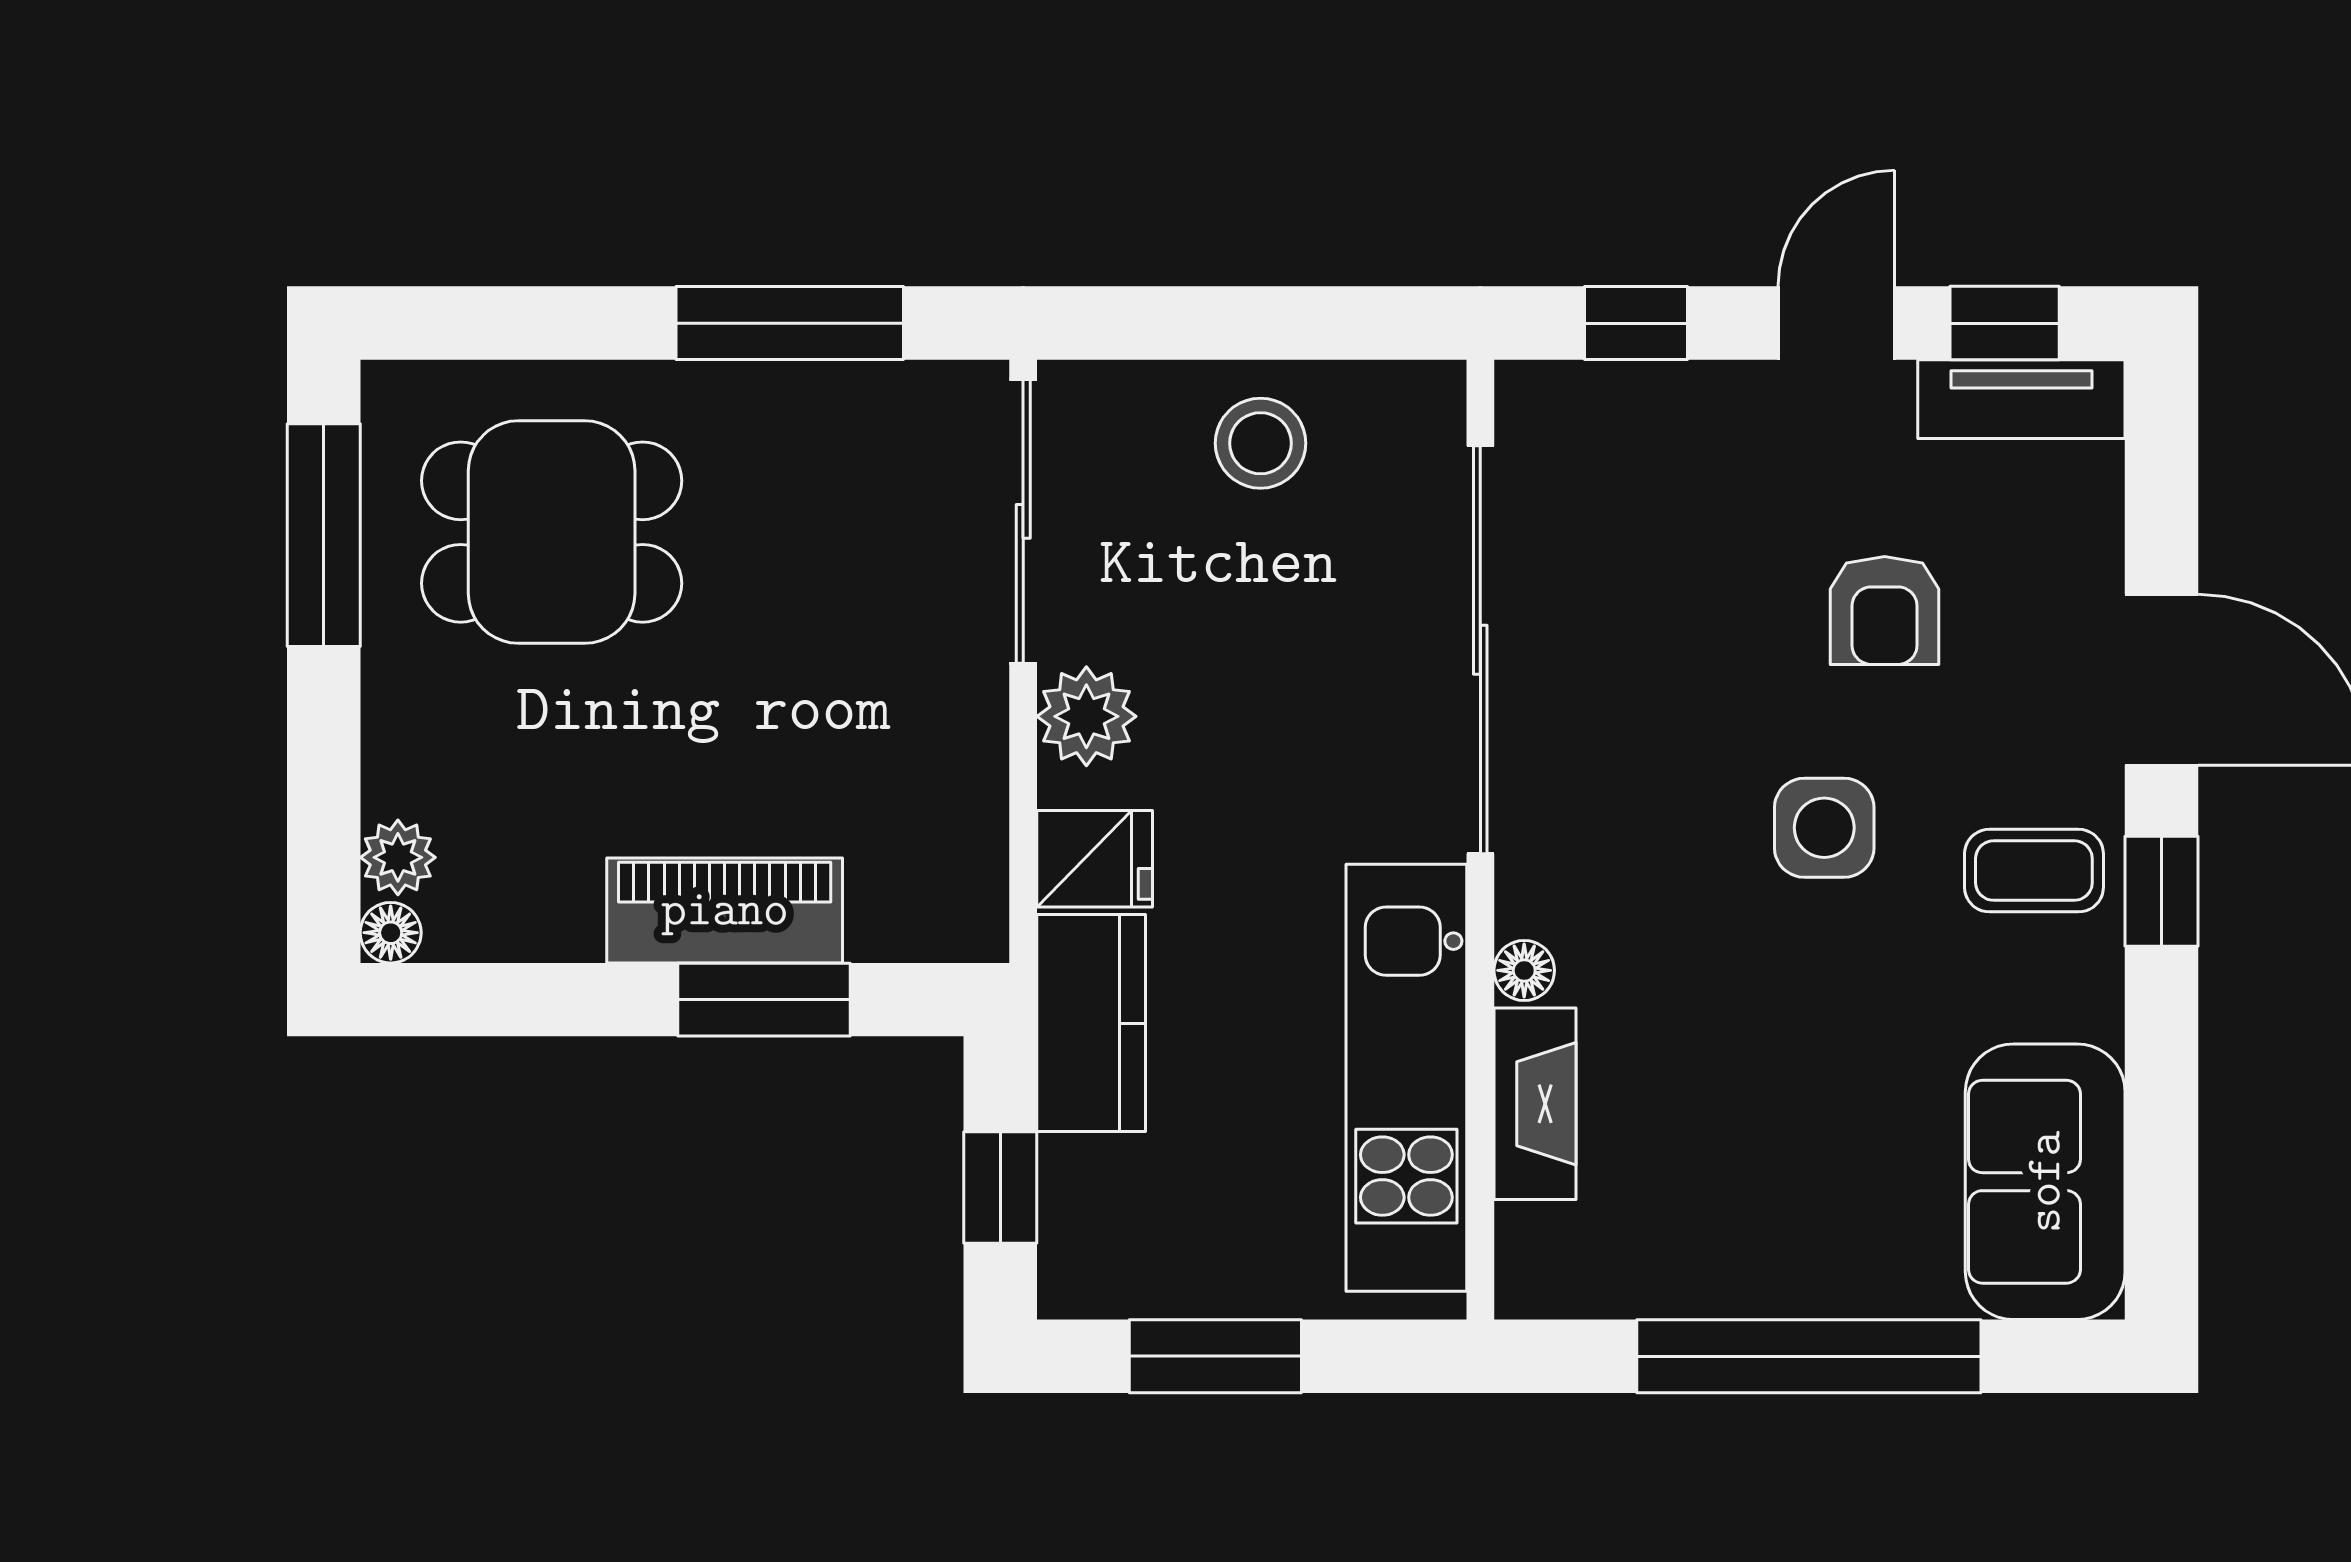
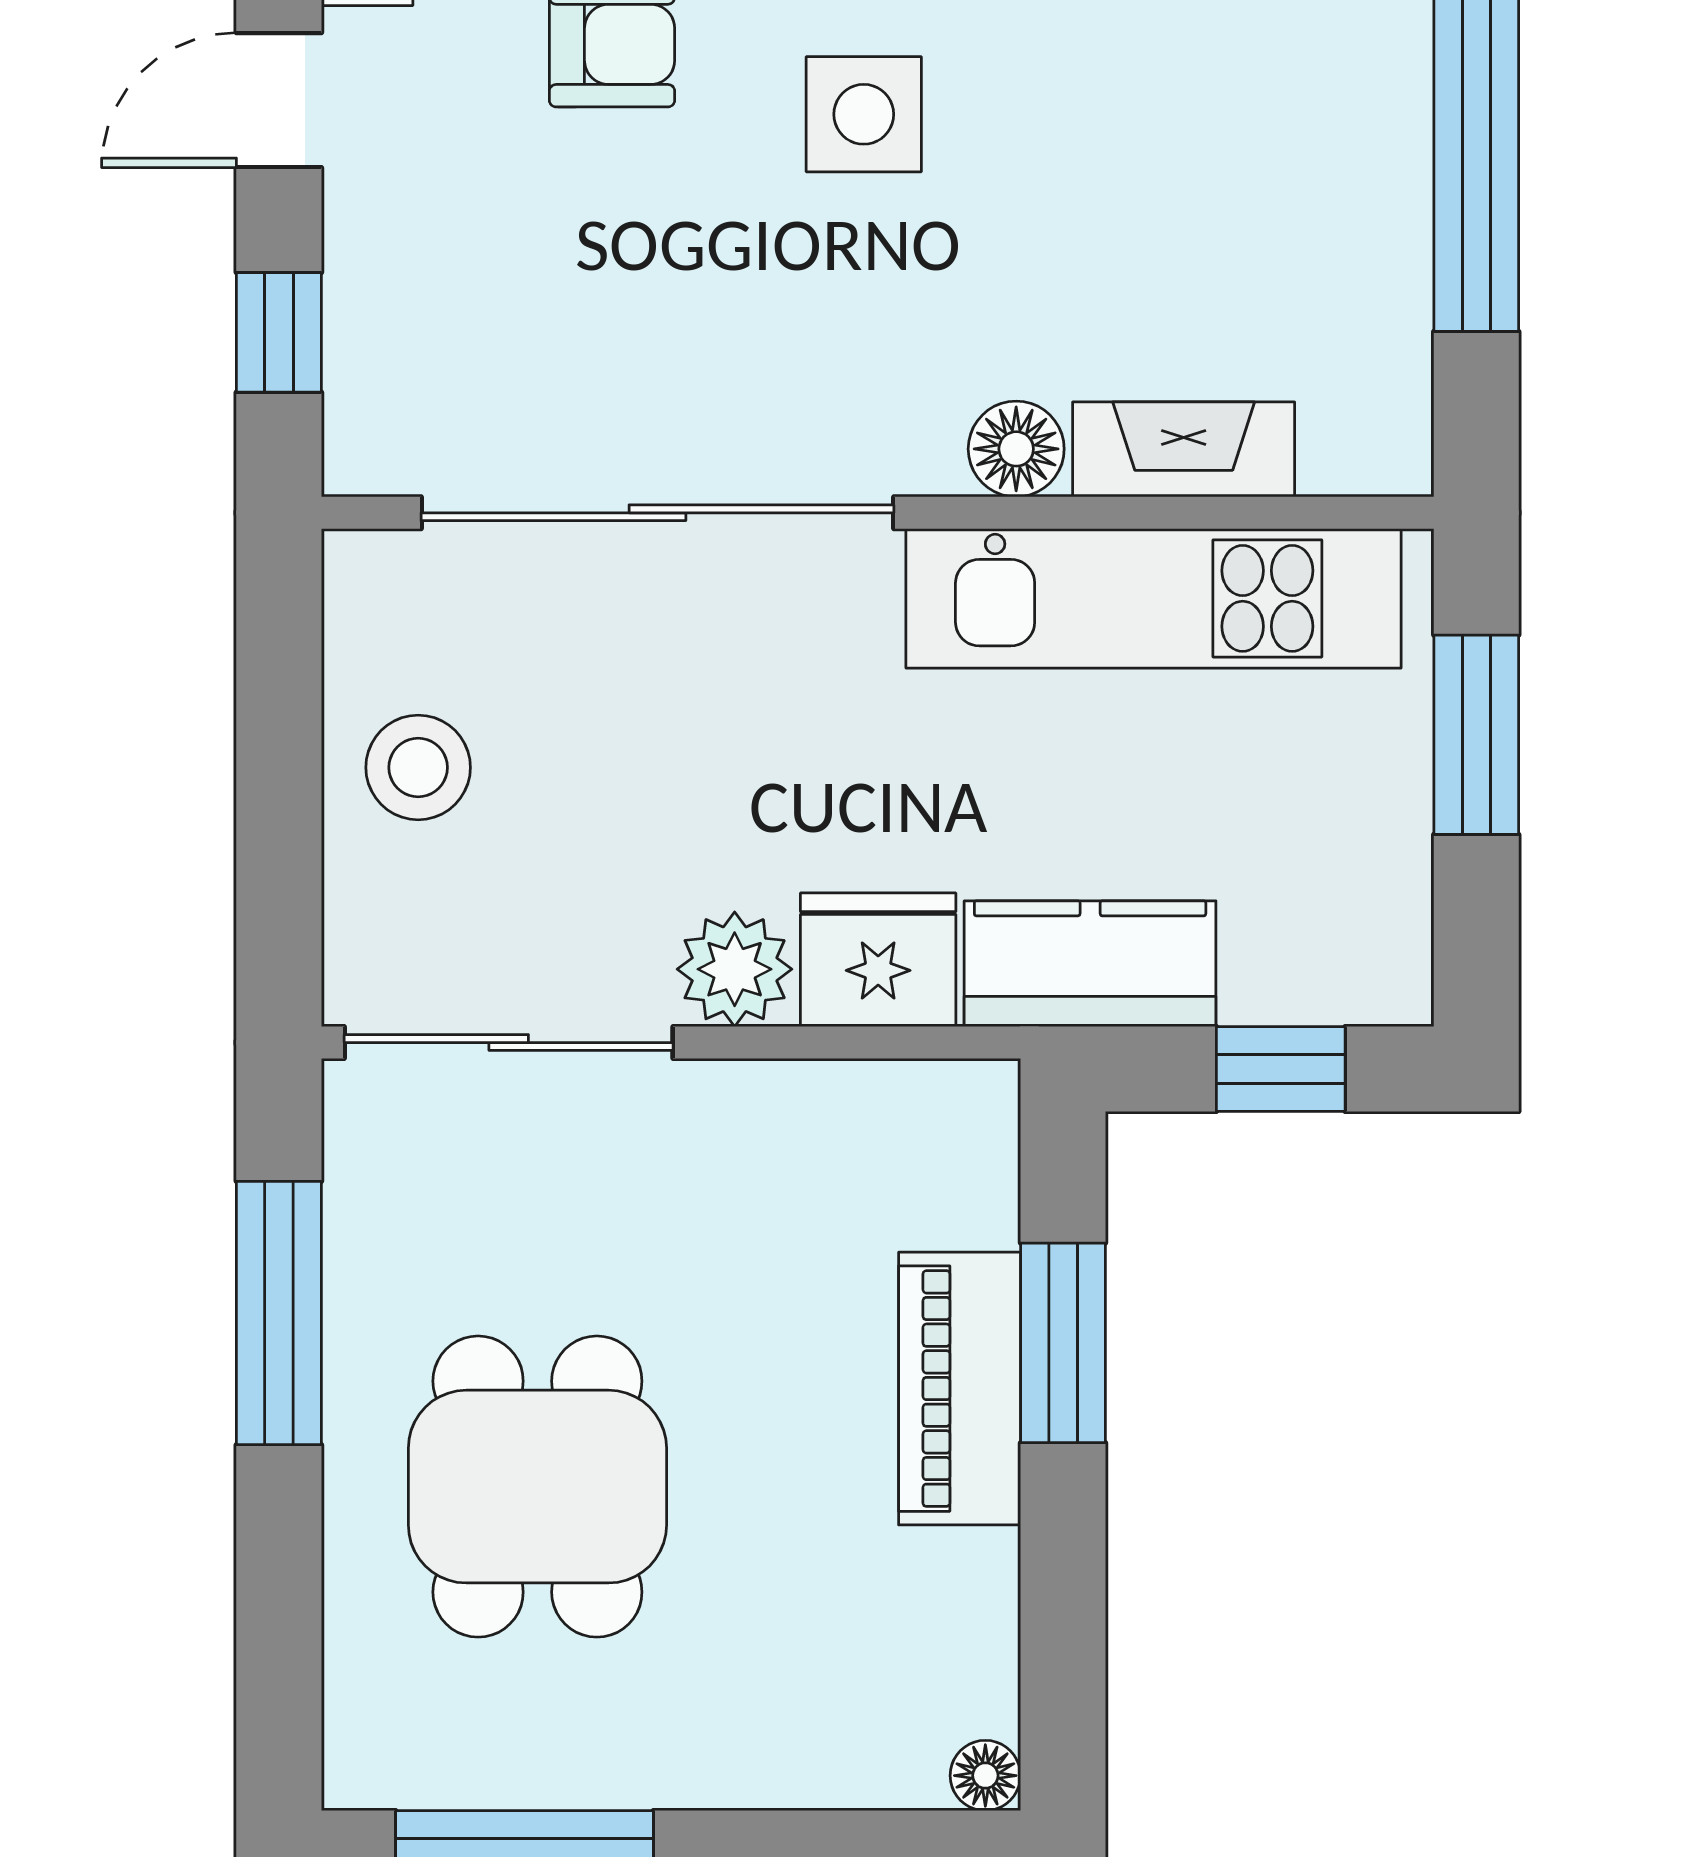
door: (1836, 323) -> (279, 100), hinge flipped
dining table: (552, 532) -> (537, 1487), moved
plant: (398, 857) -> (898, 1767), removed
fridge: (1095, 859) -> (878, 960), width x1.38
floor lamp: (1524, 970) -> (1016, 449), width x1.37, depth x1.37
window: (1215, 1356) -> (1476, 735), moved

